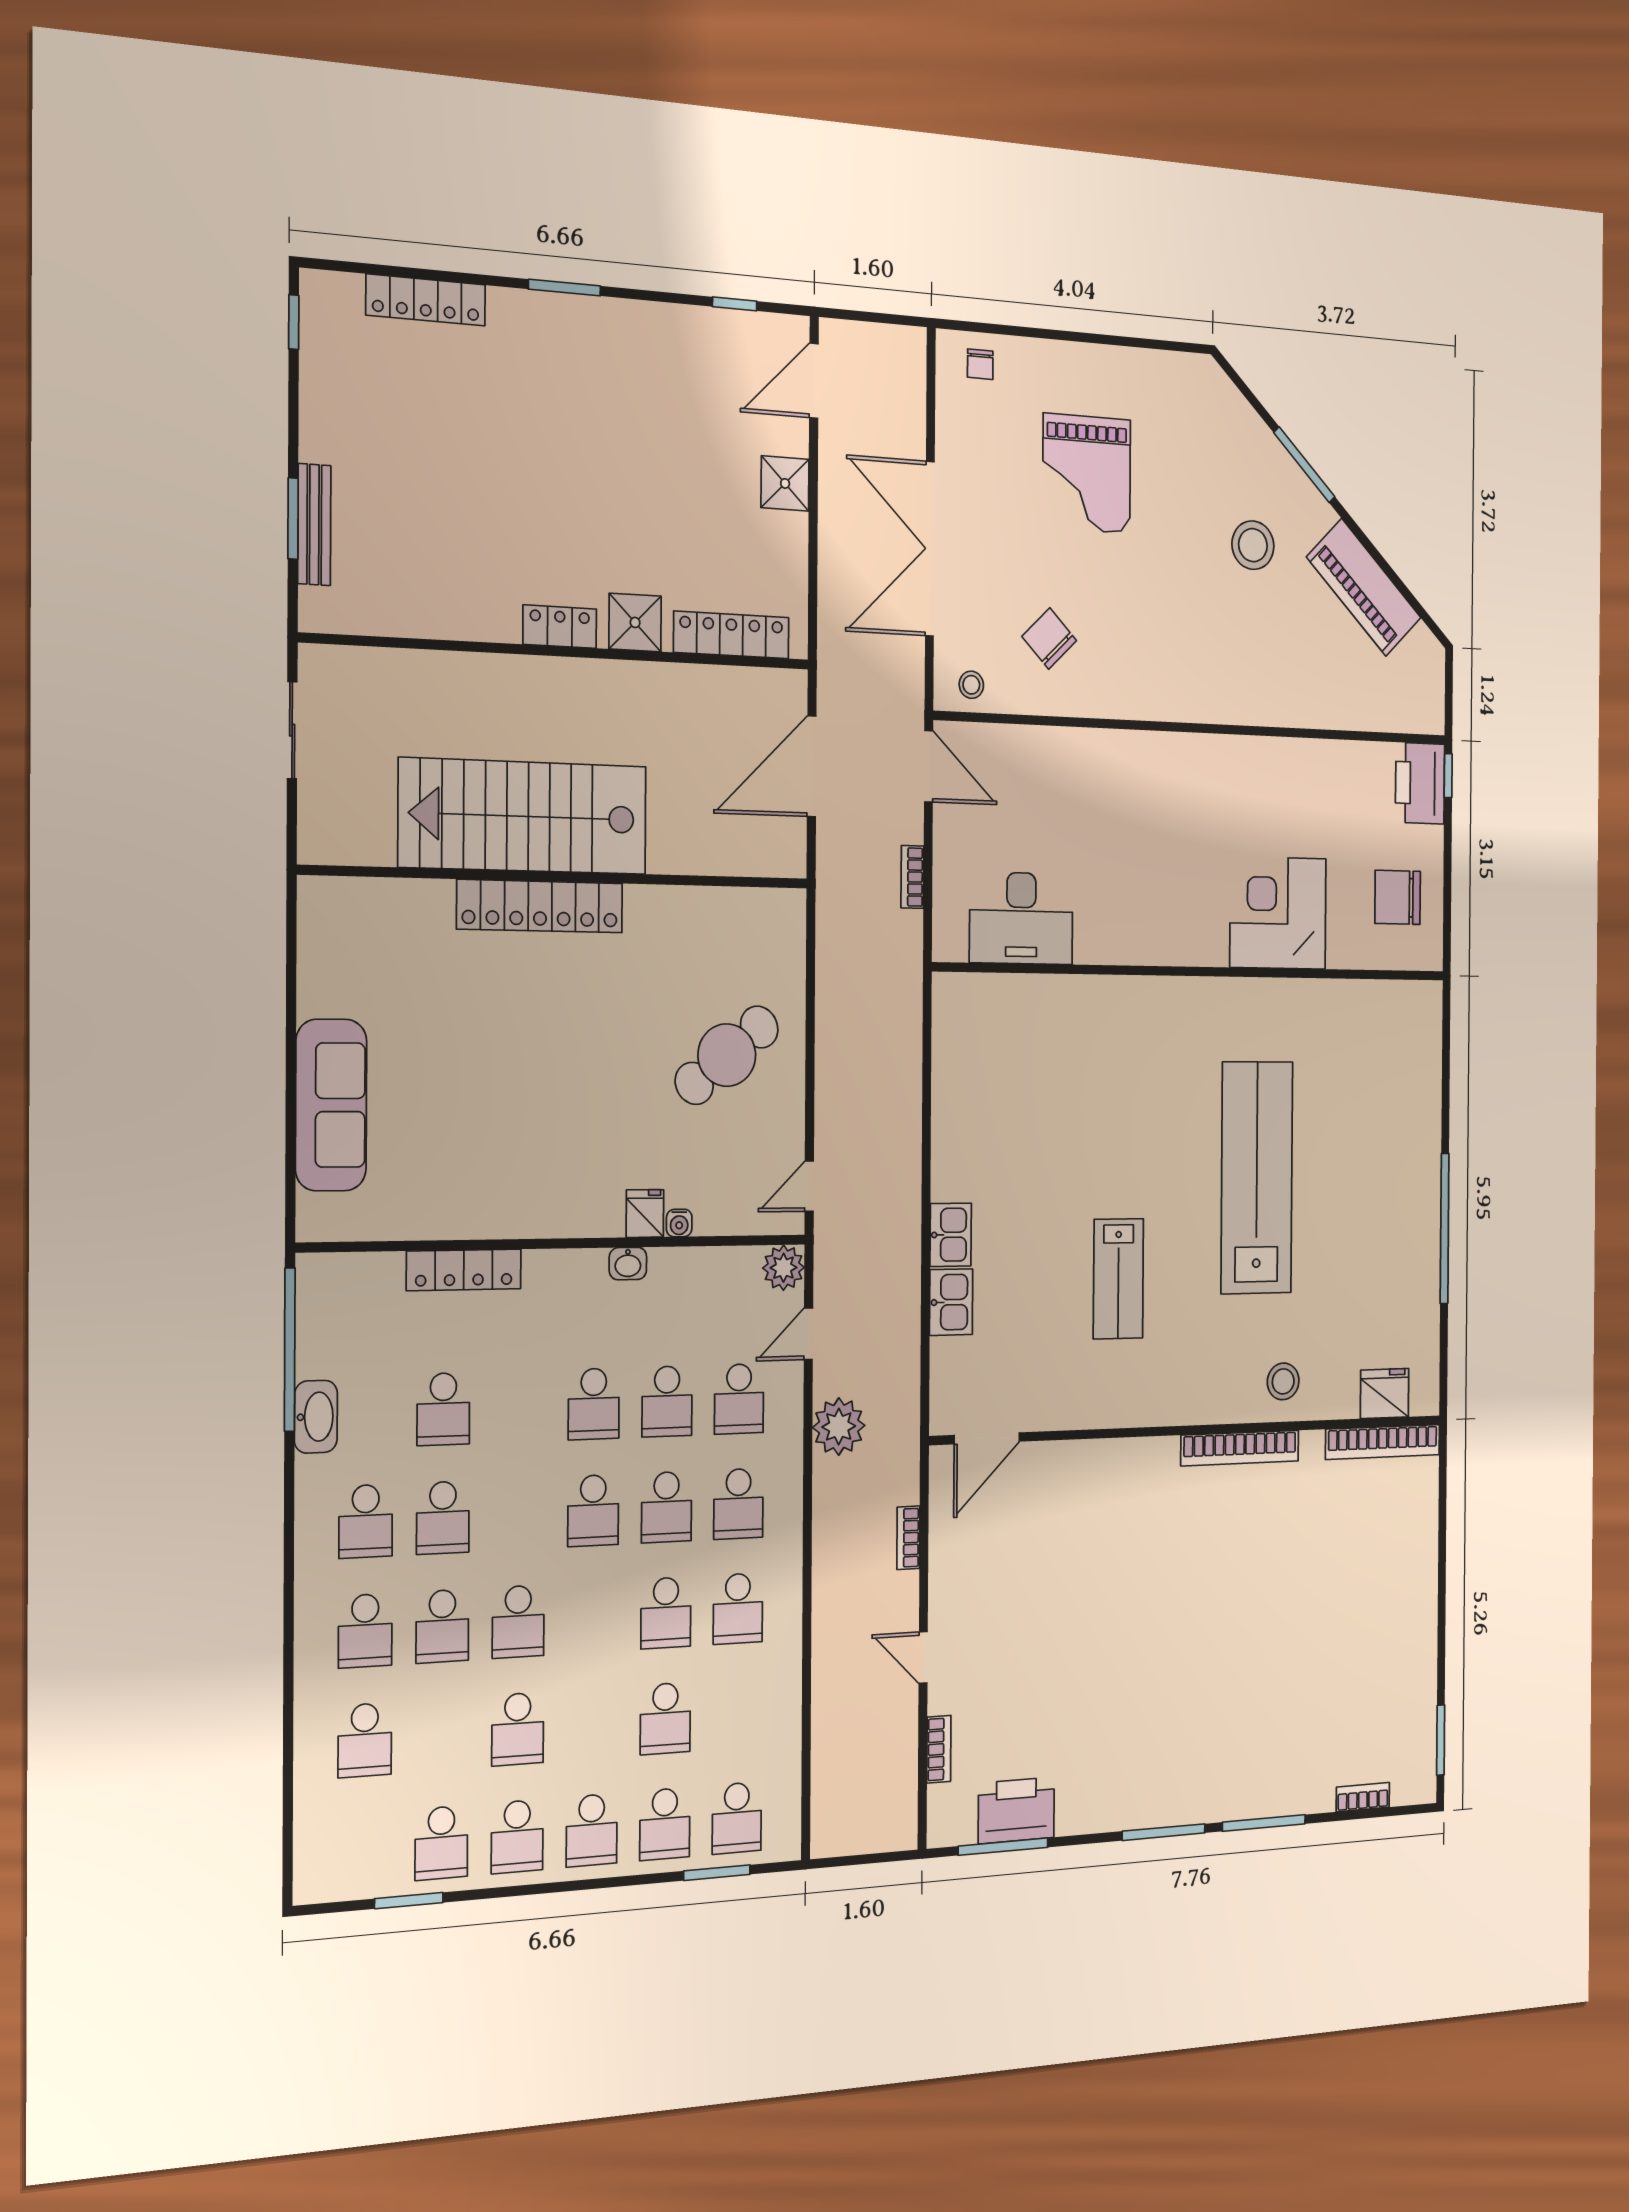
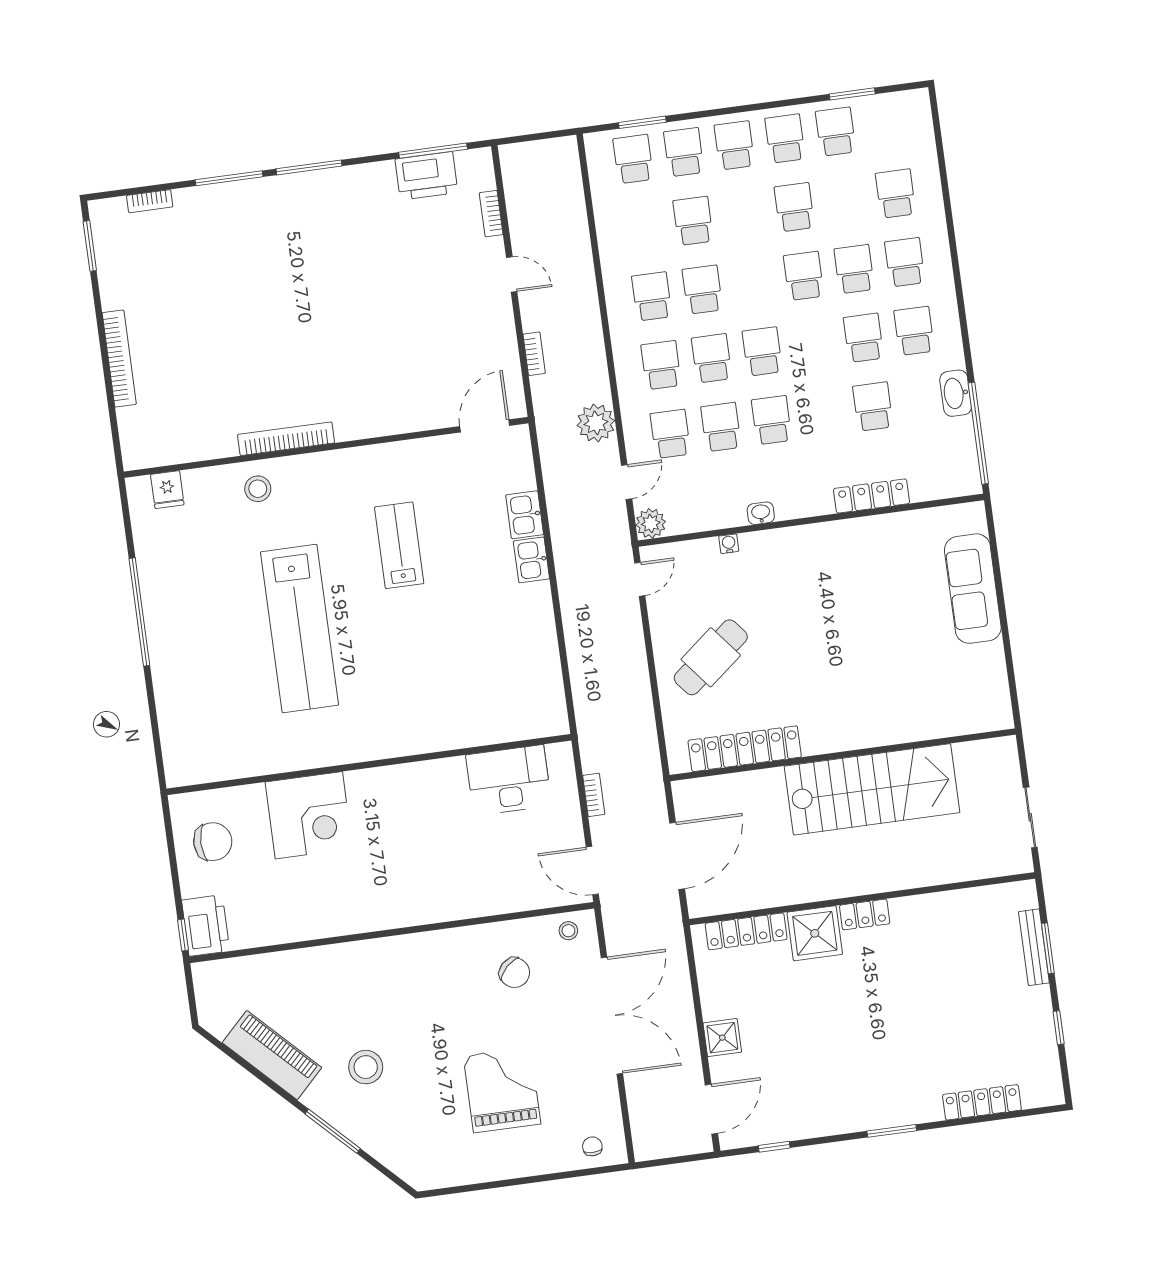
window: (294, 322) -> (1059, 1028), moved
shower: (635, 622) -> (815, 933), width x1.36, depth x1.36
locker: (540, 906) -> (745, 749), moved
fridge: (645, 1213) -> (754, 547), removed
fridge: (1385, 1394) -> (167, 490), width x0.72
bookcase: (1383, 1442) -> (119, 358), moved, turned 90

